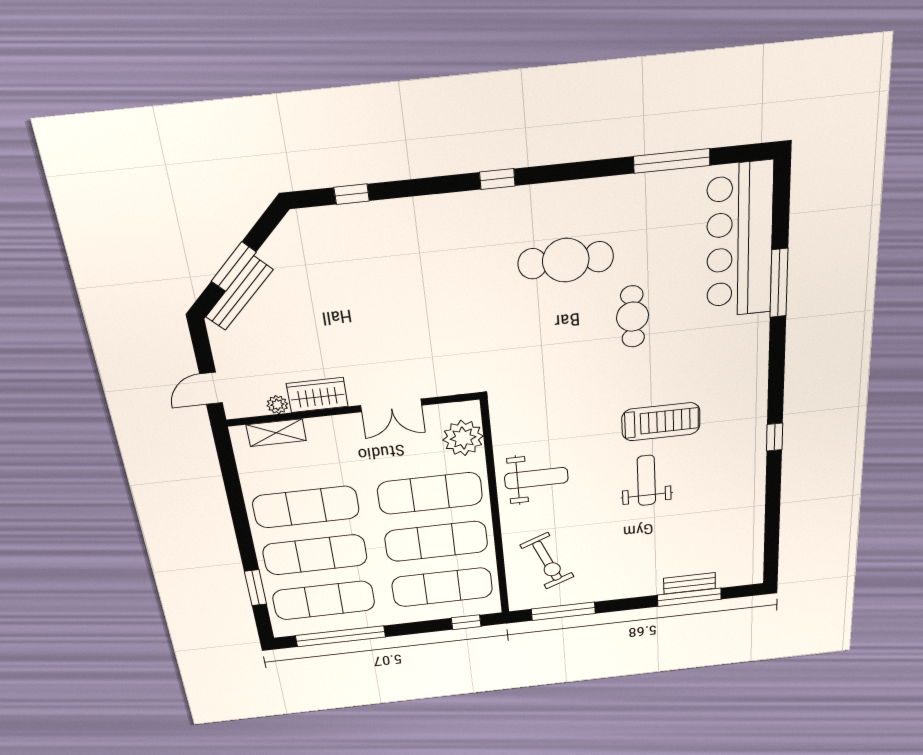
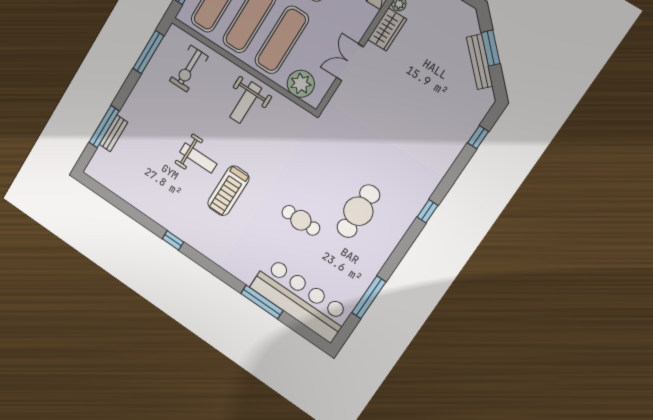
bench: (239, 293) -> (480, 62), moved
exercise bike: (547, 561) -> (189, 69), turned -68

